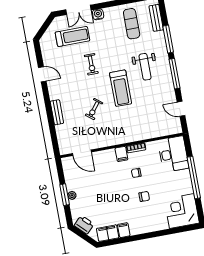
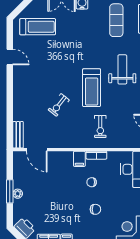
treadmill: (72, 36) -> (38, 27), moved
exercise bike: (91, 64) -> (100, 127), moved
weight bench: (145, 67) -> (122, 69), turned 180
bench: (57, 112) -> (18, 135), moved

